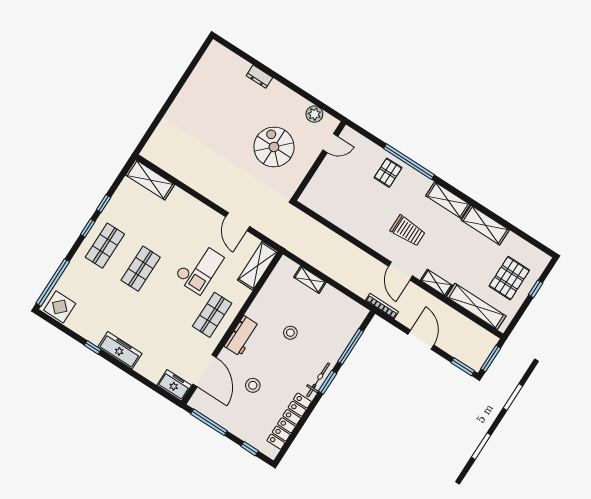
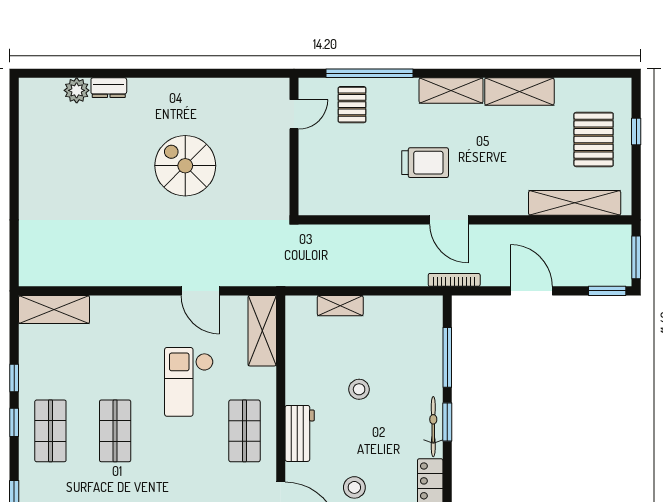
plant: (314, 114) -> (77, 90), moved
door: (330, 143) -> (294, 114), moved
wall: (319, 161) -> (294, 147), moved
checkout: (199, 268) -> (189, 382), turned 180
shelving: (436, 283) -> (504, 205), removed

